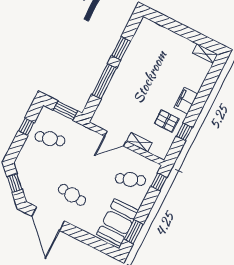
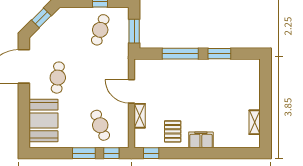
shelving: (205, 54) -> (255, 122), moved
window: (184, 132) -> (151, 153), moved
cafe table: (50, 139) -> (100, 30), turned 33
booth: (117, 222) -> (44, 120), moved, turned 90
window: (134, 232) -> (84, 153), moved

